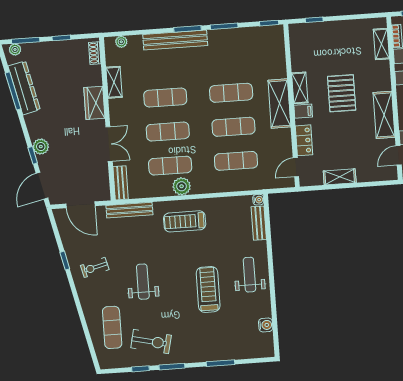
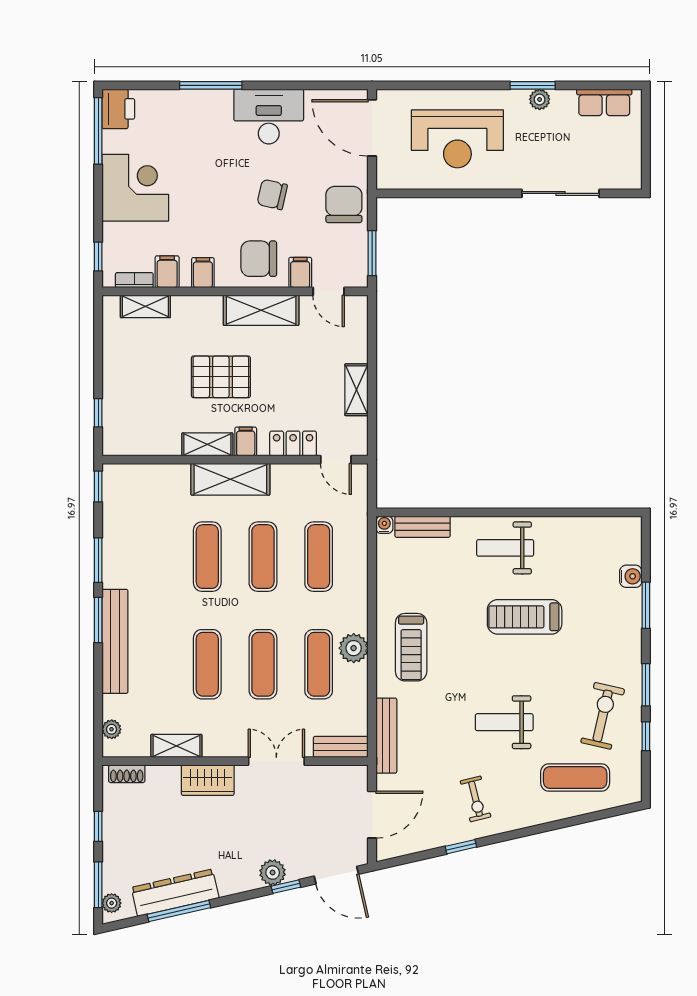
water cooler: (266, 325) -> (631, 576), moved, turned 90

